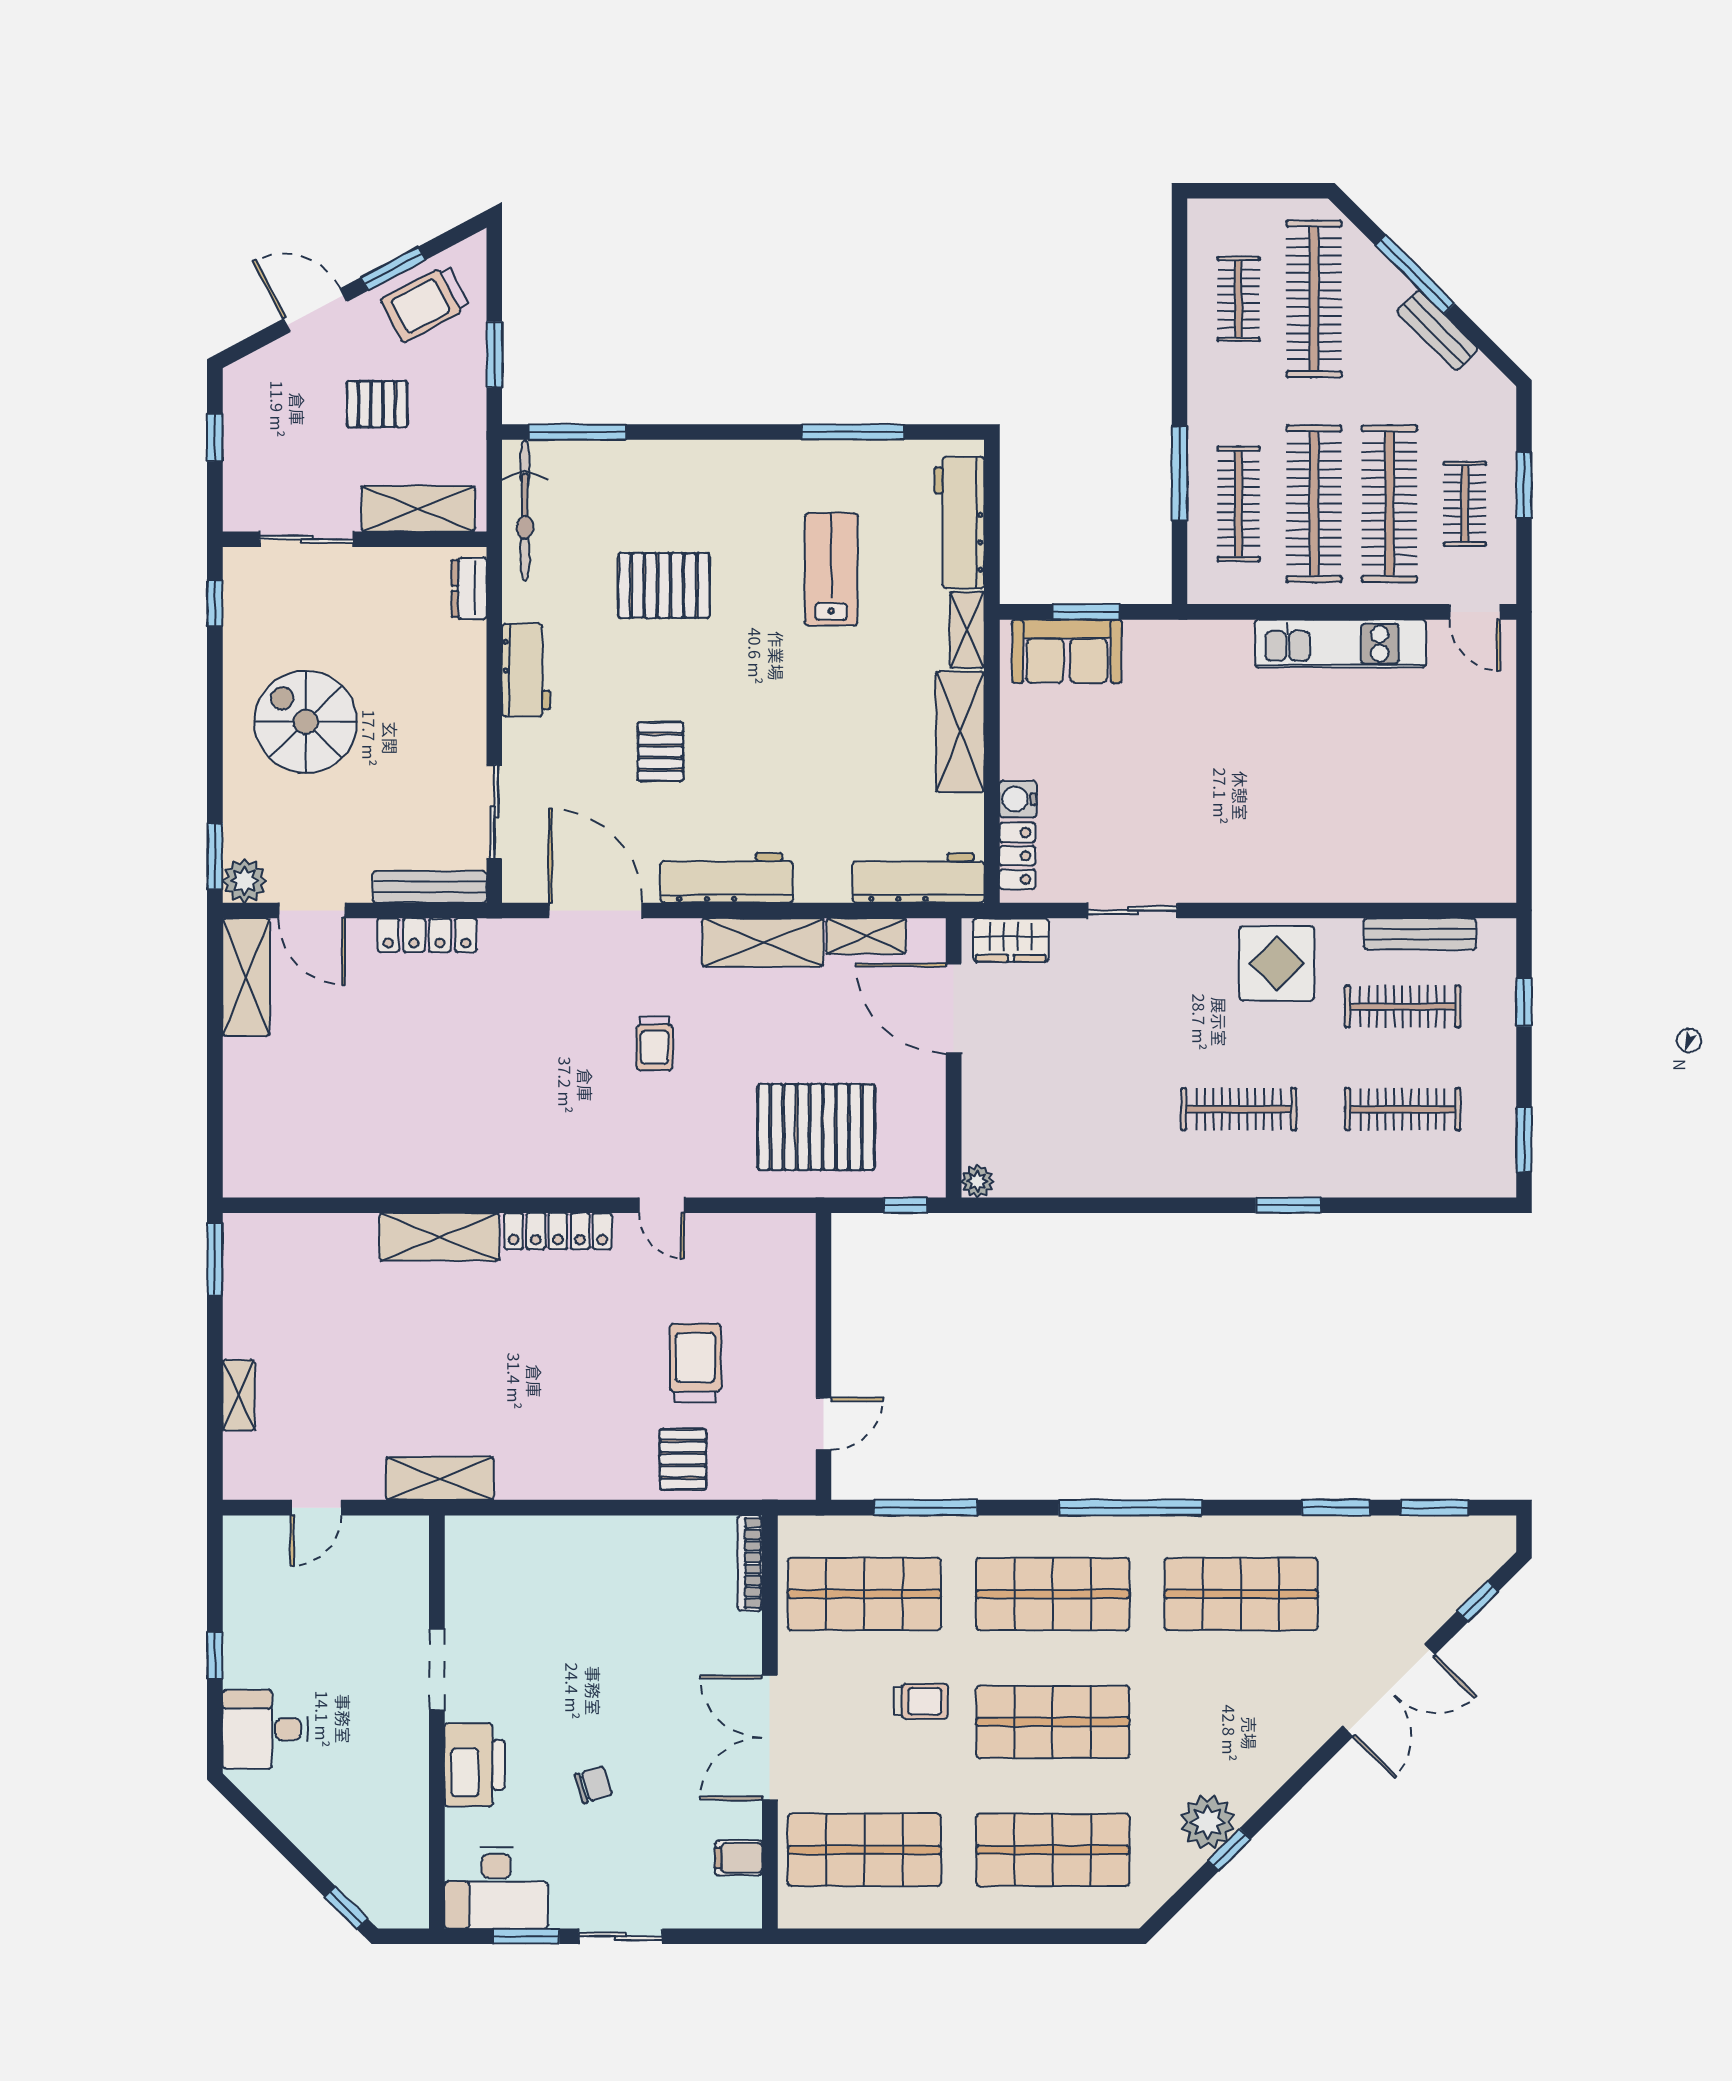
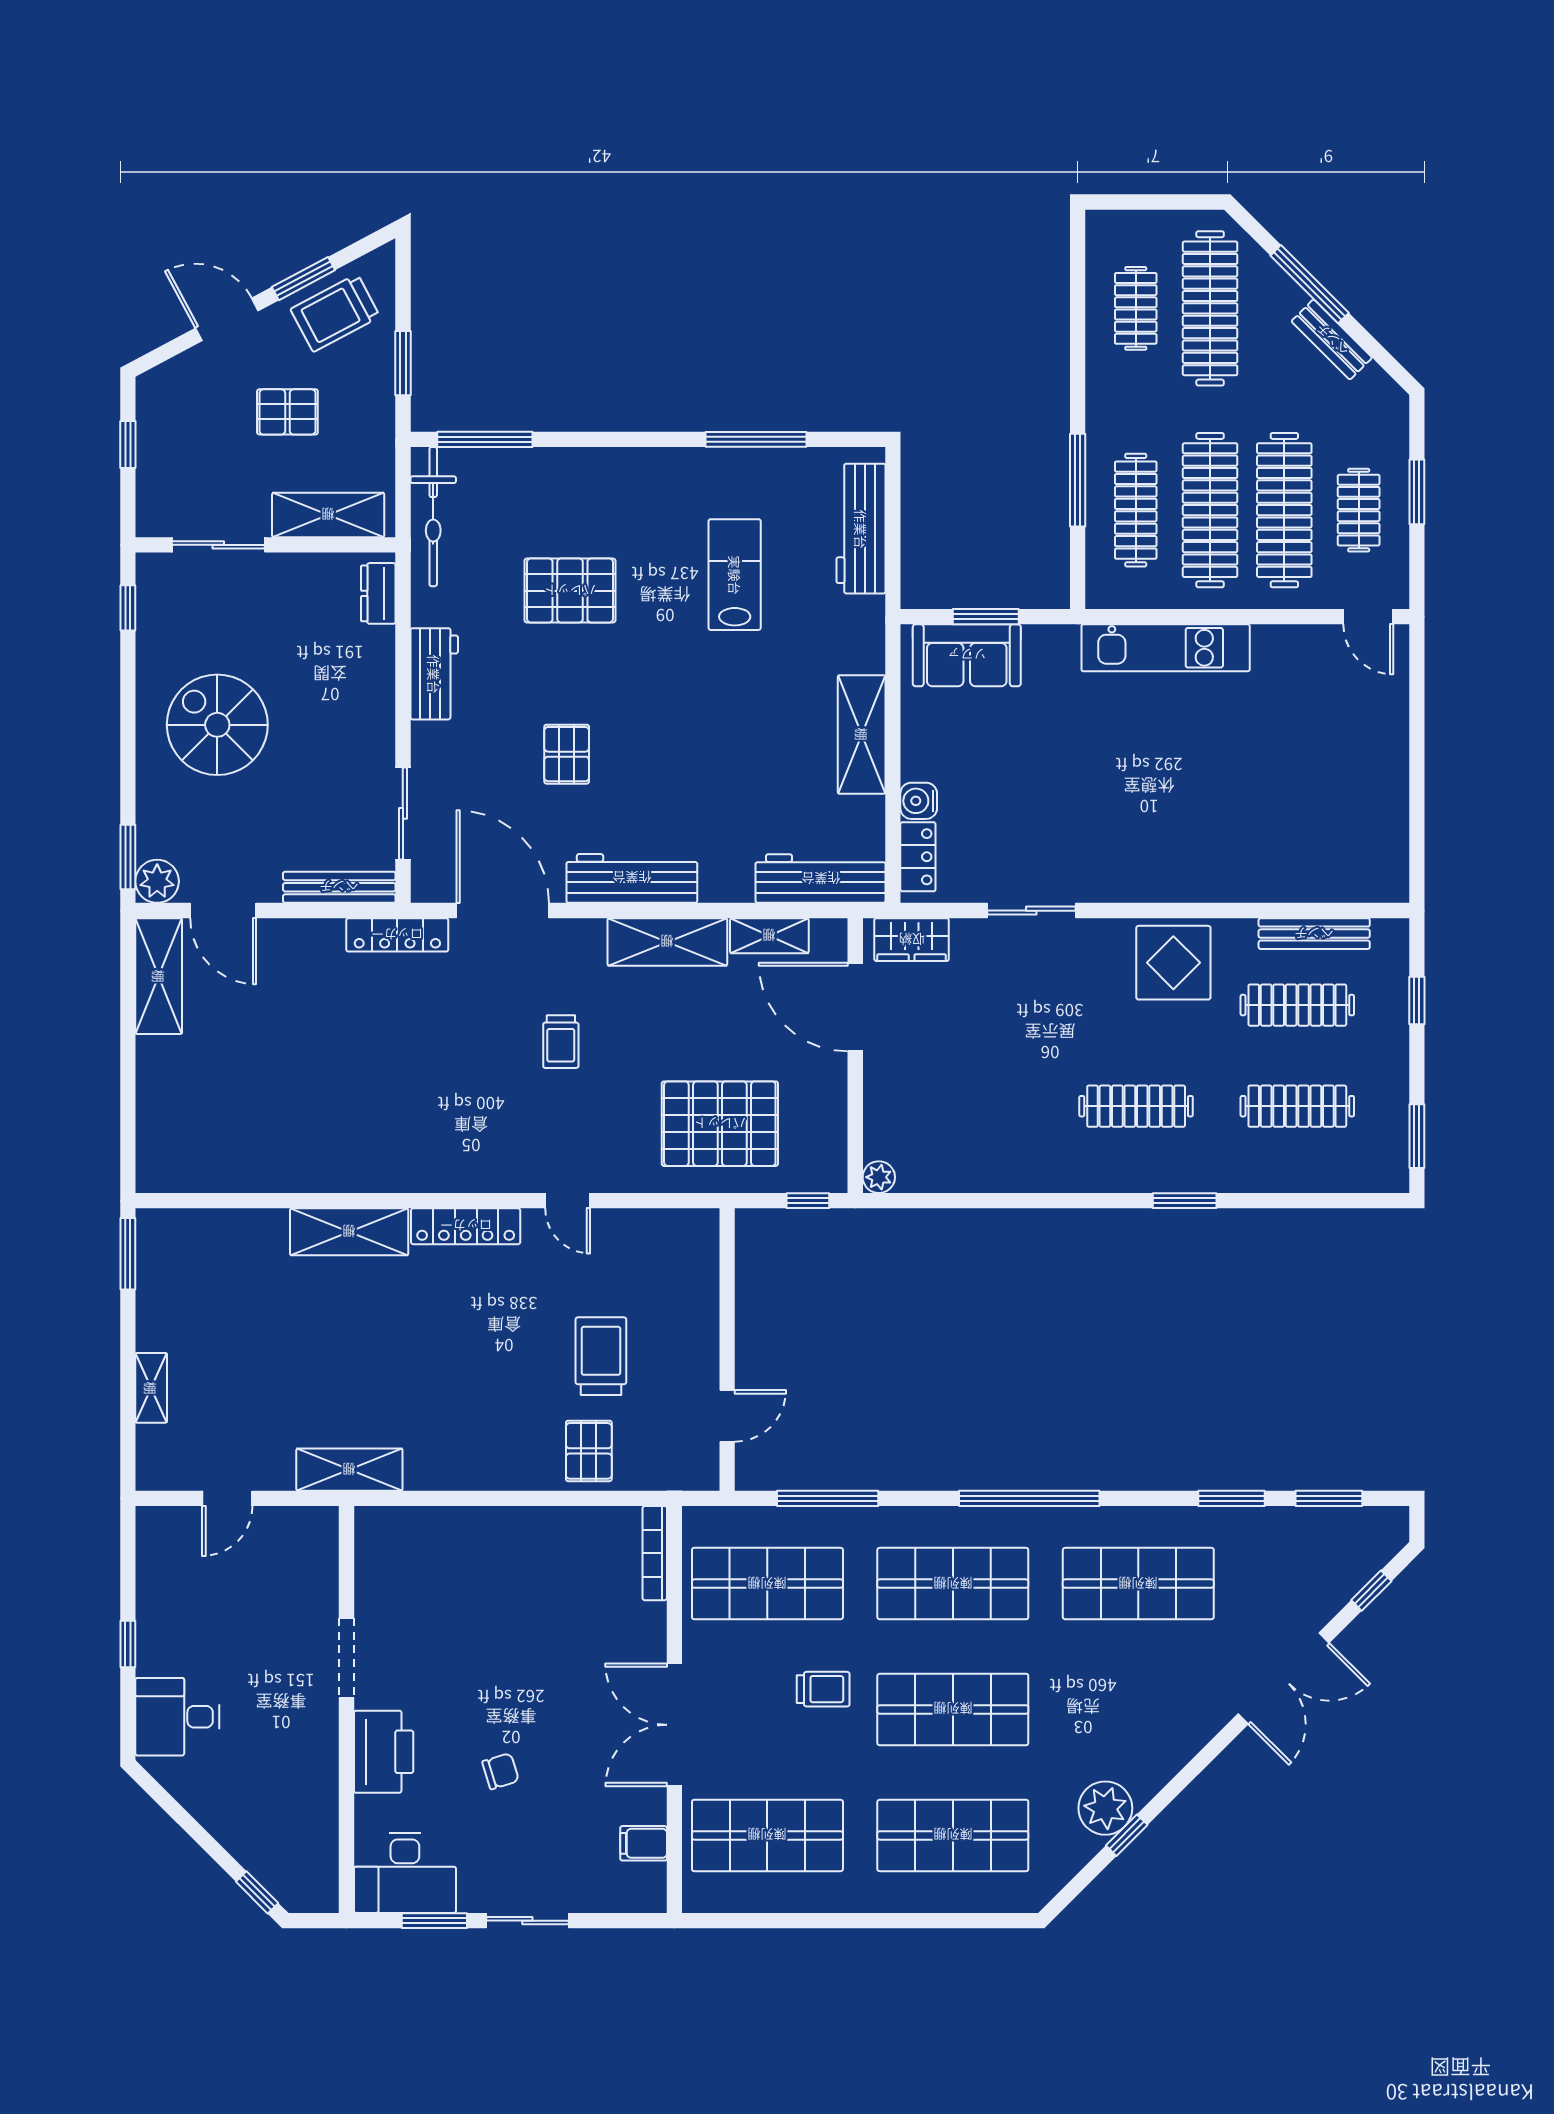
shelving: (967, 630) -> (868, 634), removed
kitchen unit: (1341, 644) -> (1166, 648), moved
locker: (427, 935) -> (397, 935), moved

